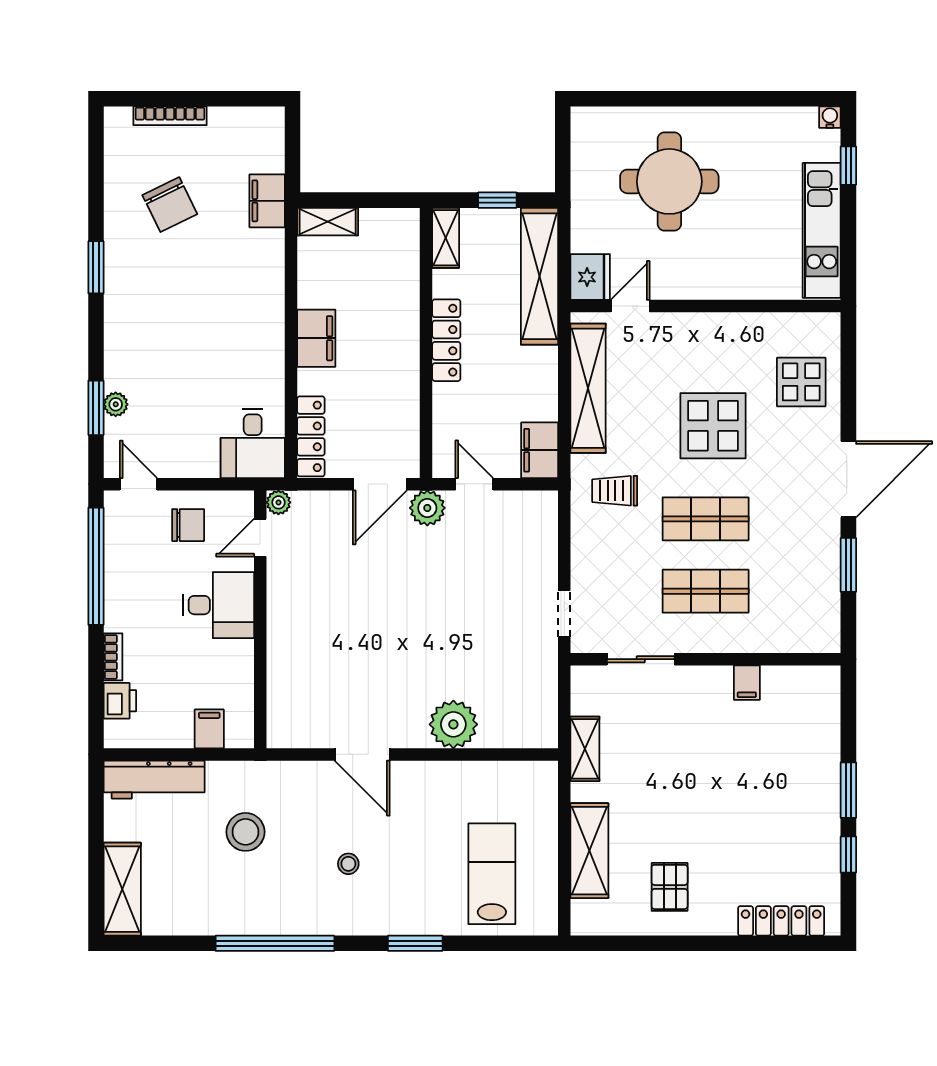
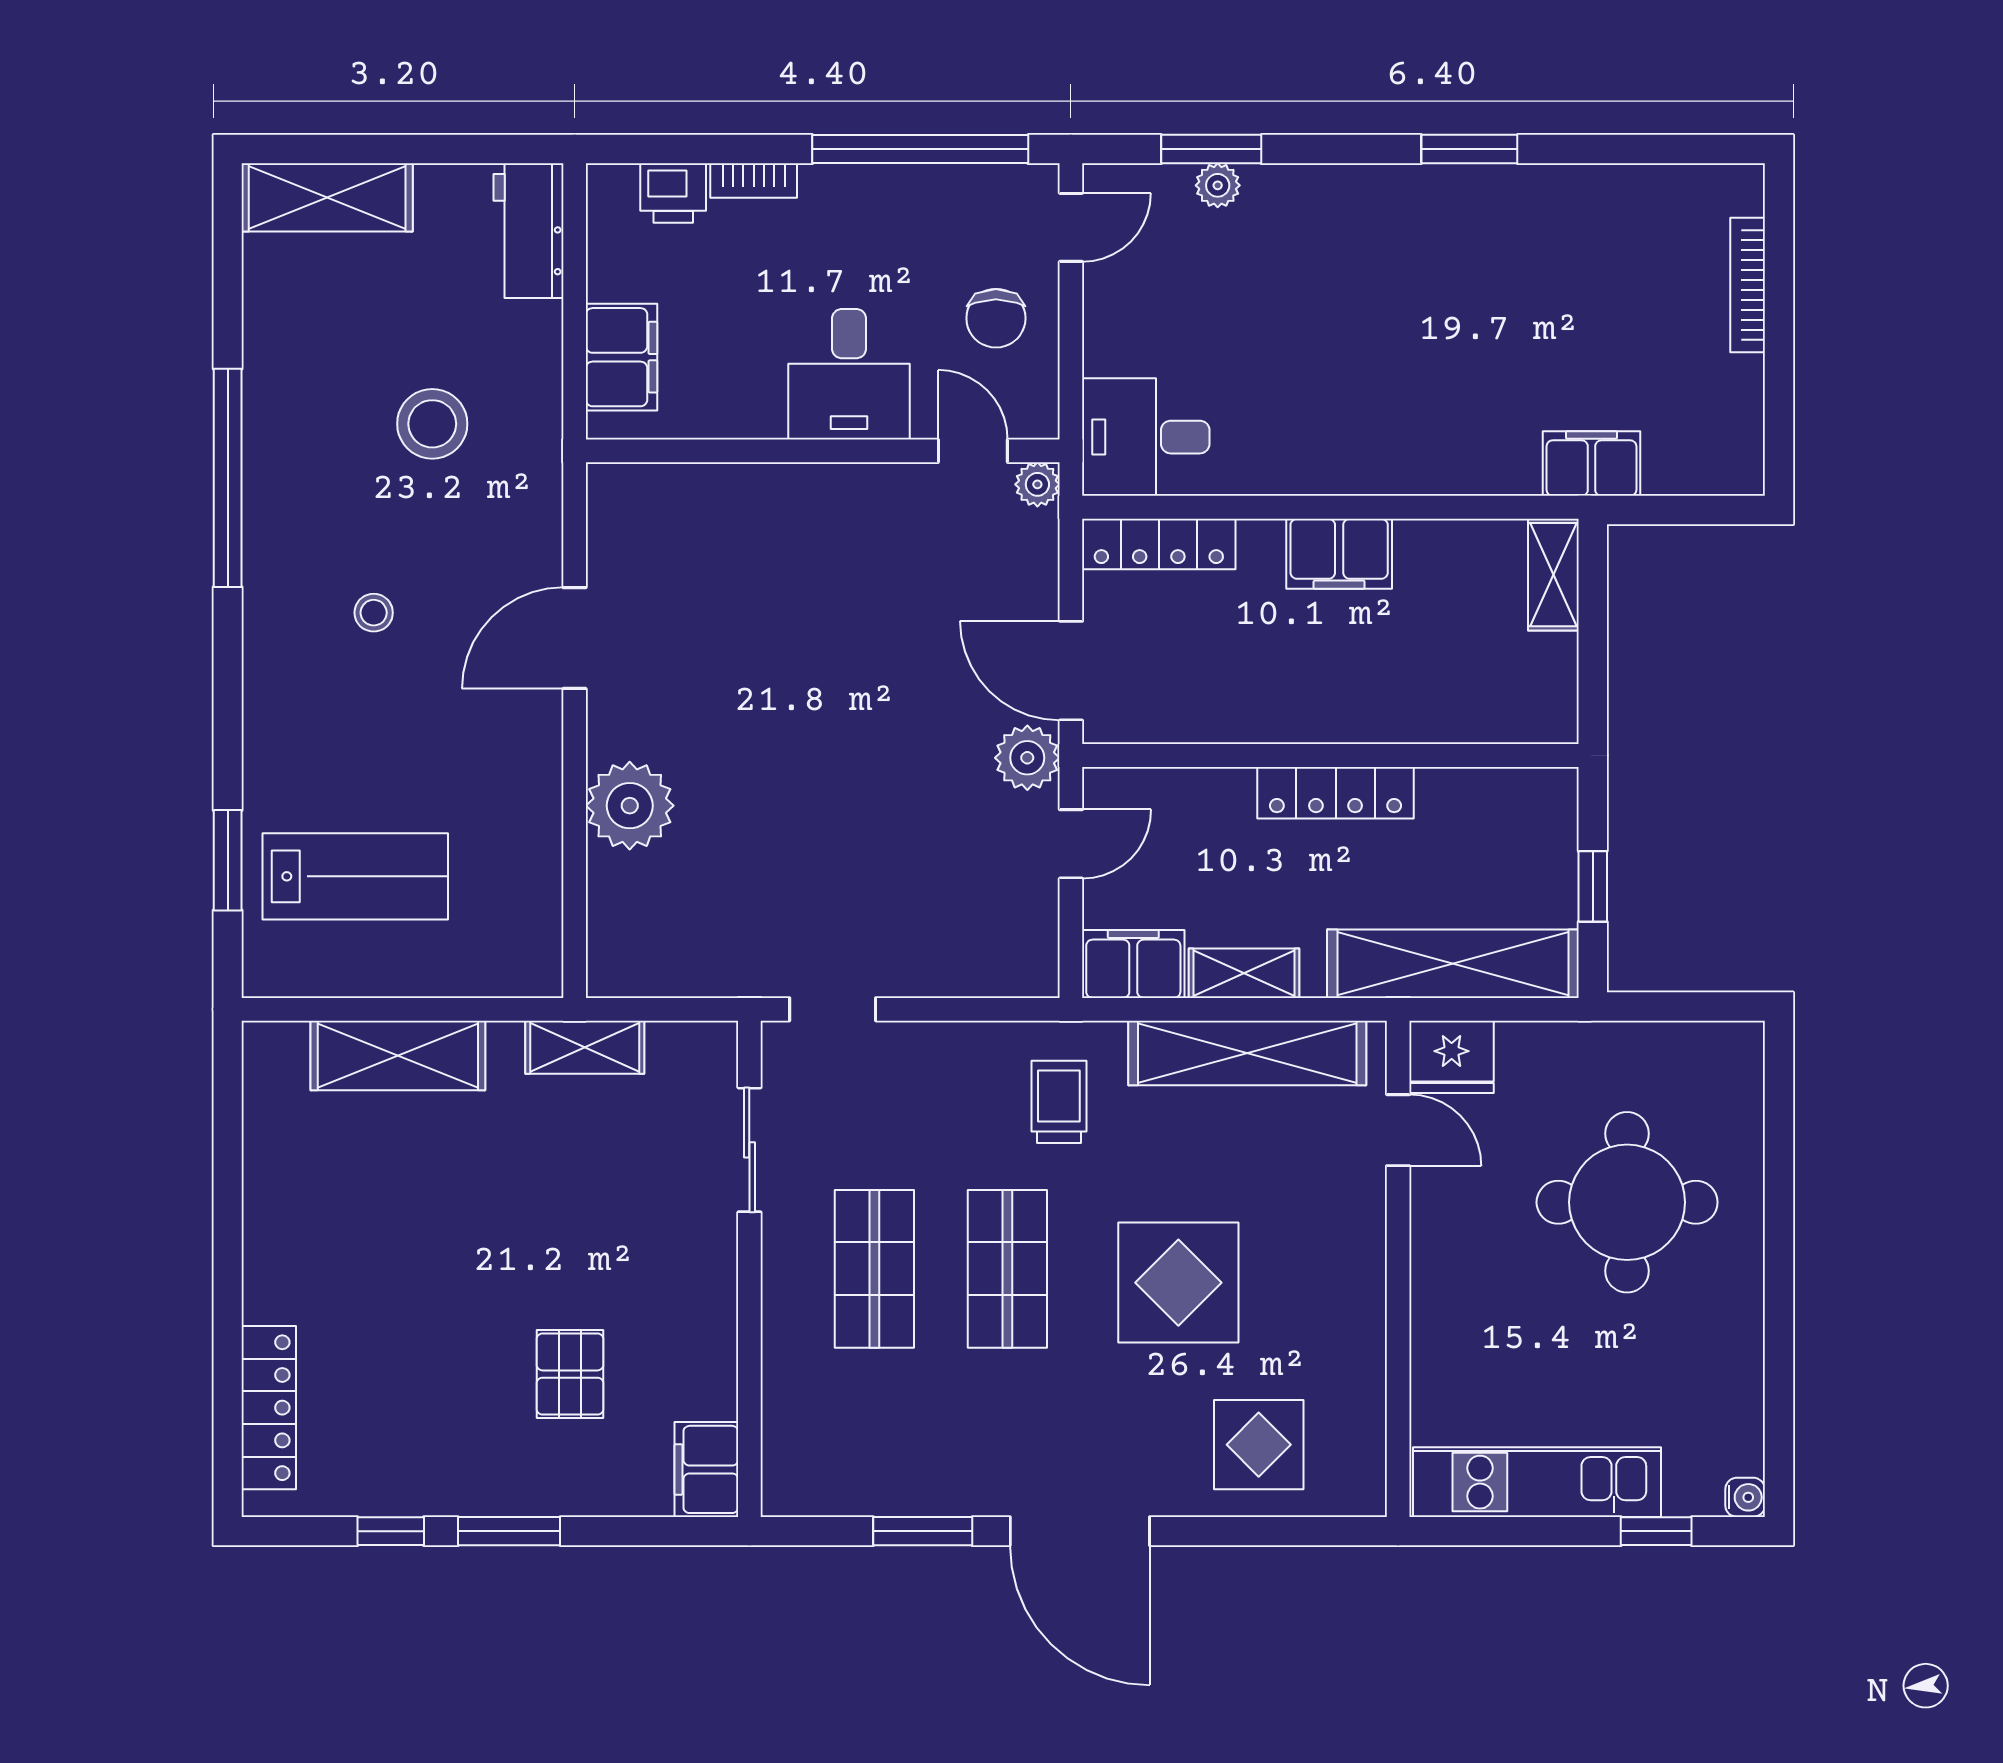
chair: (170, 205) -> (1585, 285), removed
shelving: (446, 238) -> (1244, 973), moved
filing cabinet: (747, 683) -> (706, 1469), moved, width x2.00
filing cabinet: (209, 729) -> (621, 357), width x2.00
workbench: (154, 780) -> (528, 231), width x0.73
pallet: (670, 887) -> (570, 1374), moved, turned 90
window: (415, 943) -> (228, 860), moved

